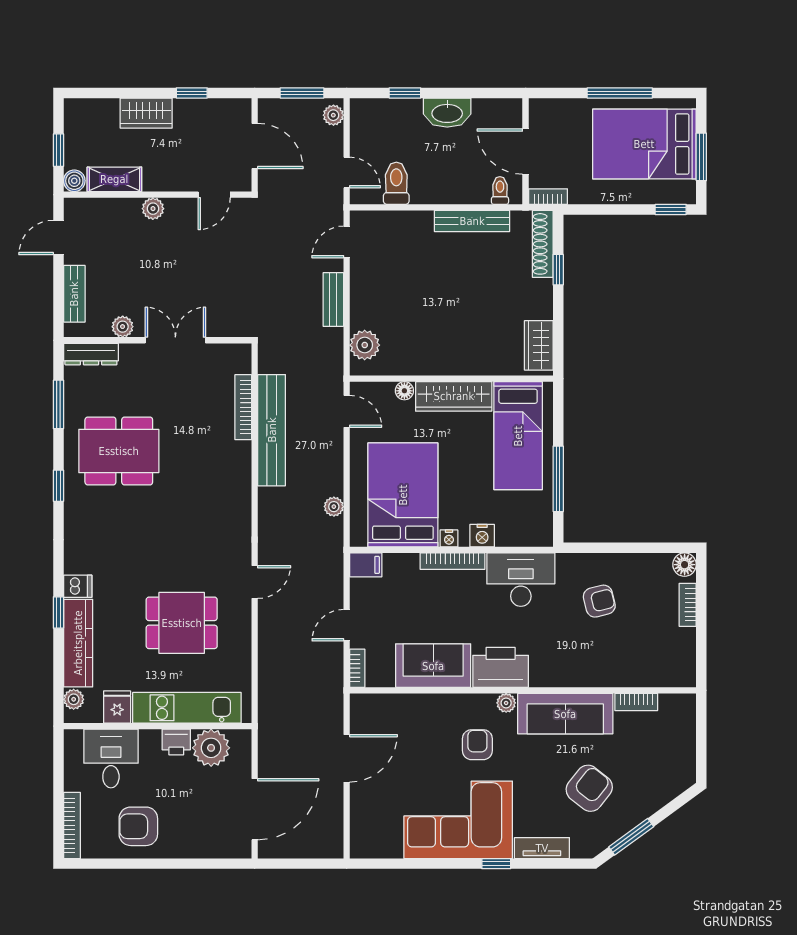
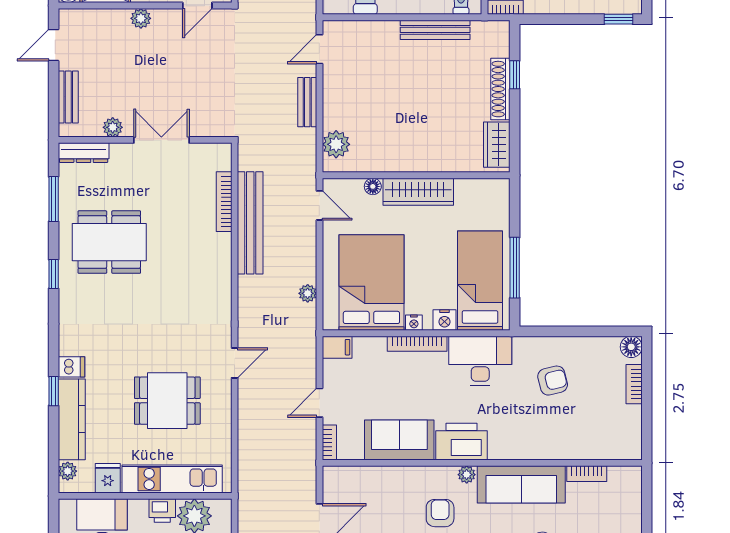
shoe rack: (543, 244) -> (500, 89), moved
bed: (518, 436) -> (480, 281), moved, turned 180

